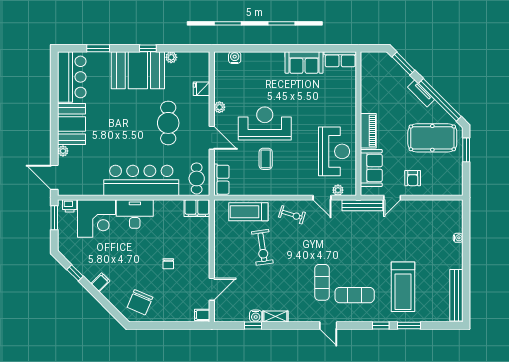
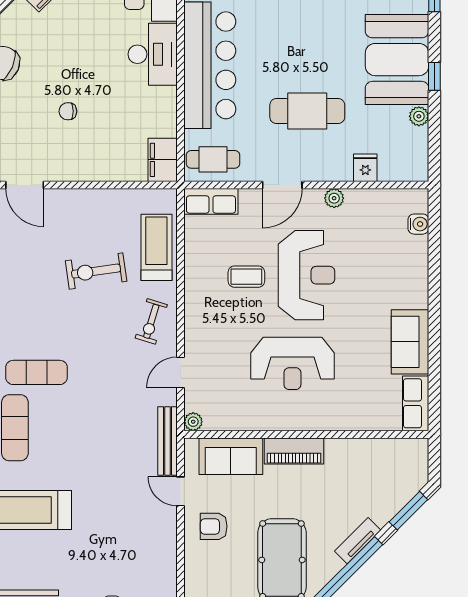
reception desk: (334, 151) -> (292, 363), moved
plant: (338, 190) -> (193, 422), moved

